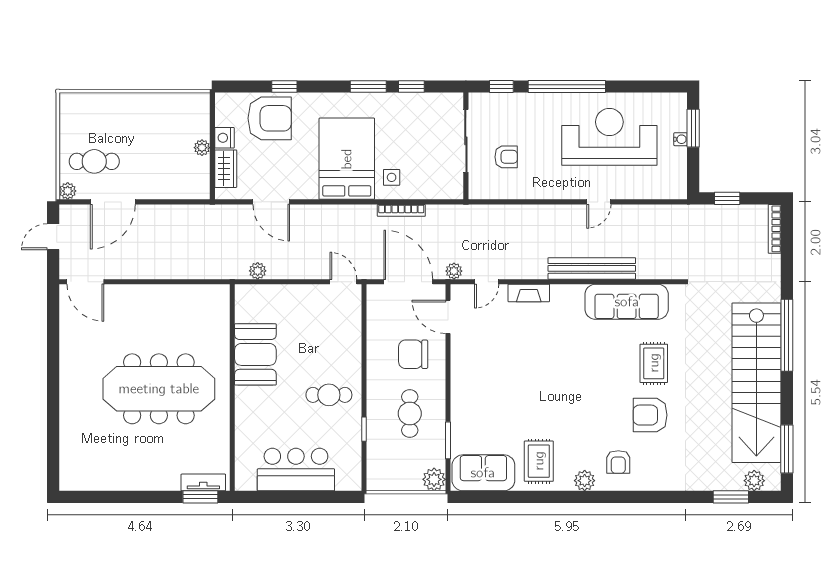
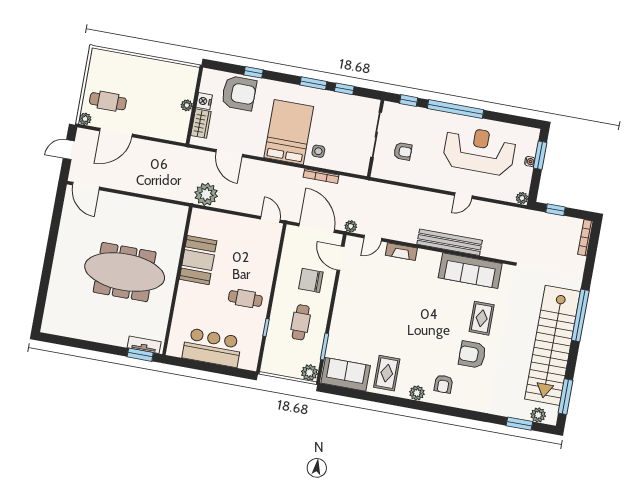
plant: (679, 191) -> (522, 198), added
plant: (258, 271) -> (206, 194), width x1.87, depth x1.87

